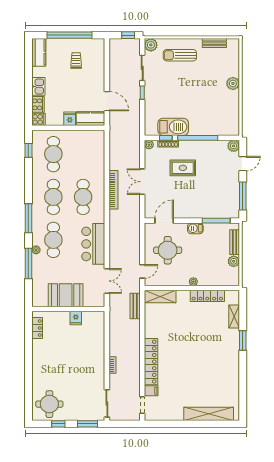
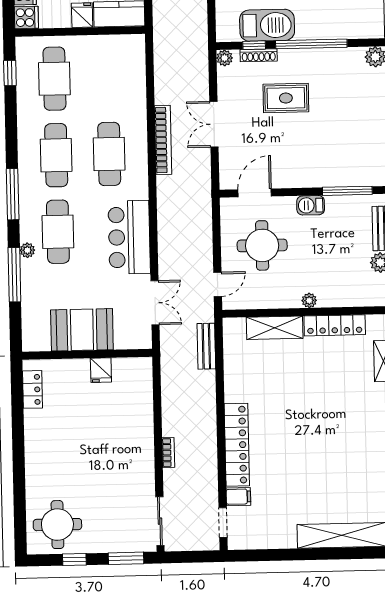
shelving: (160, 297) -> (275, 328), moved

